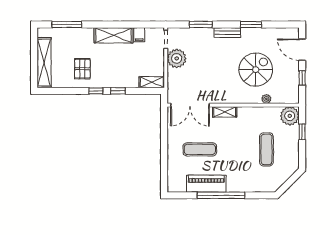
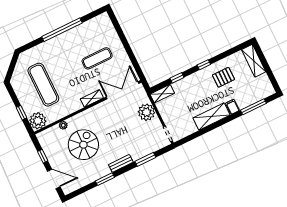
filing cabinet: (139, 35) -> (232, 107), moved
plant: (177, 58) -> (146, 112), moved
shelving: (44, 63) -> (254, 61), width x0.68
pallet: (82, 69) -> (223, 77), turned 90
spiral stairs: (256, 70) -> (83, 145), turned 180
window: (118, 91) -> (177, 78), moved
exercise mat: (266, 149) -> (43, 85), width x1.36, depth x1.45
piano: (206, 184) -> (78, 33), removed

